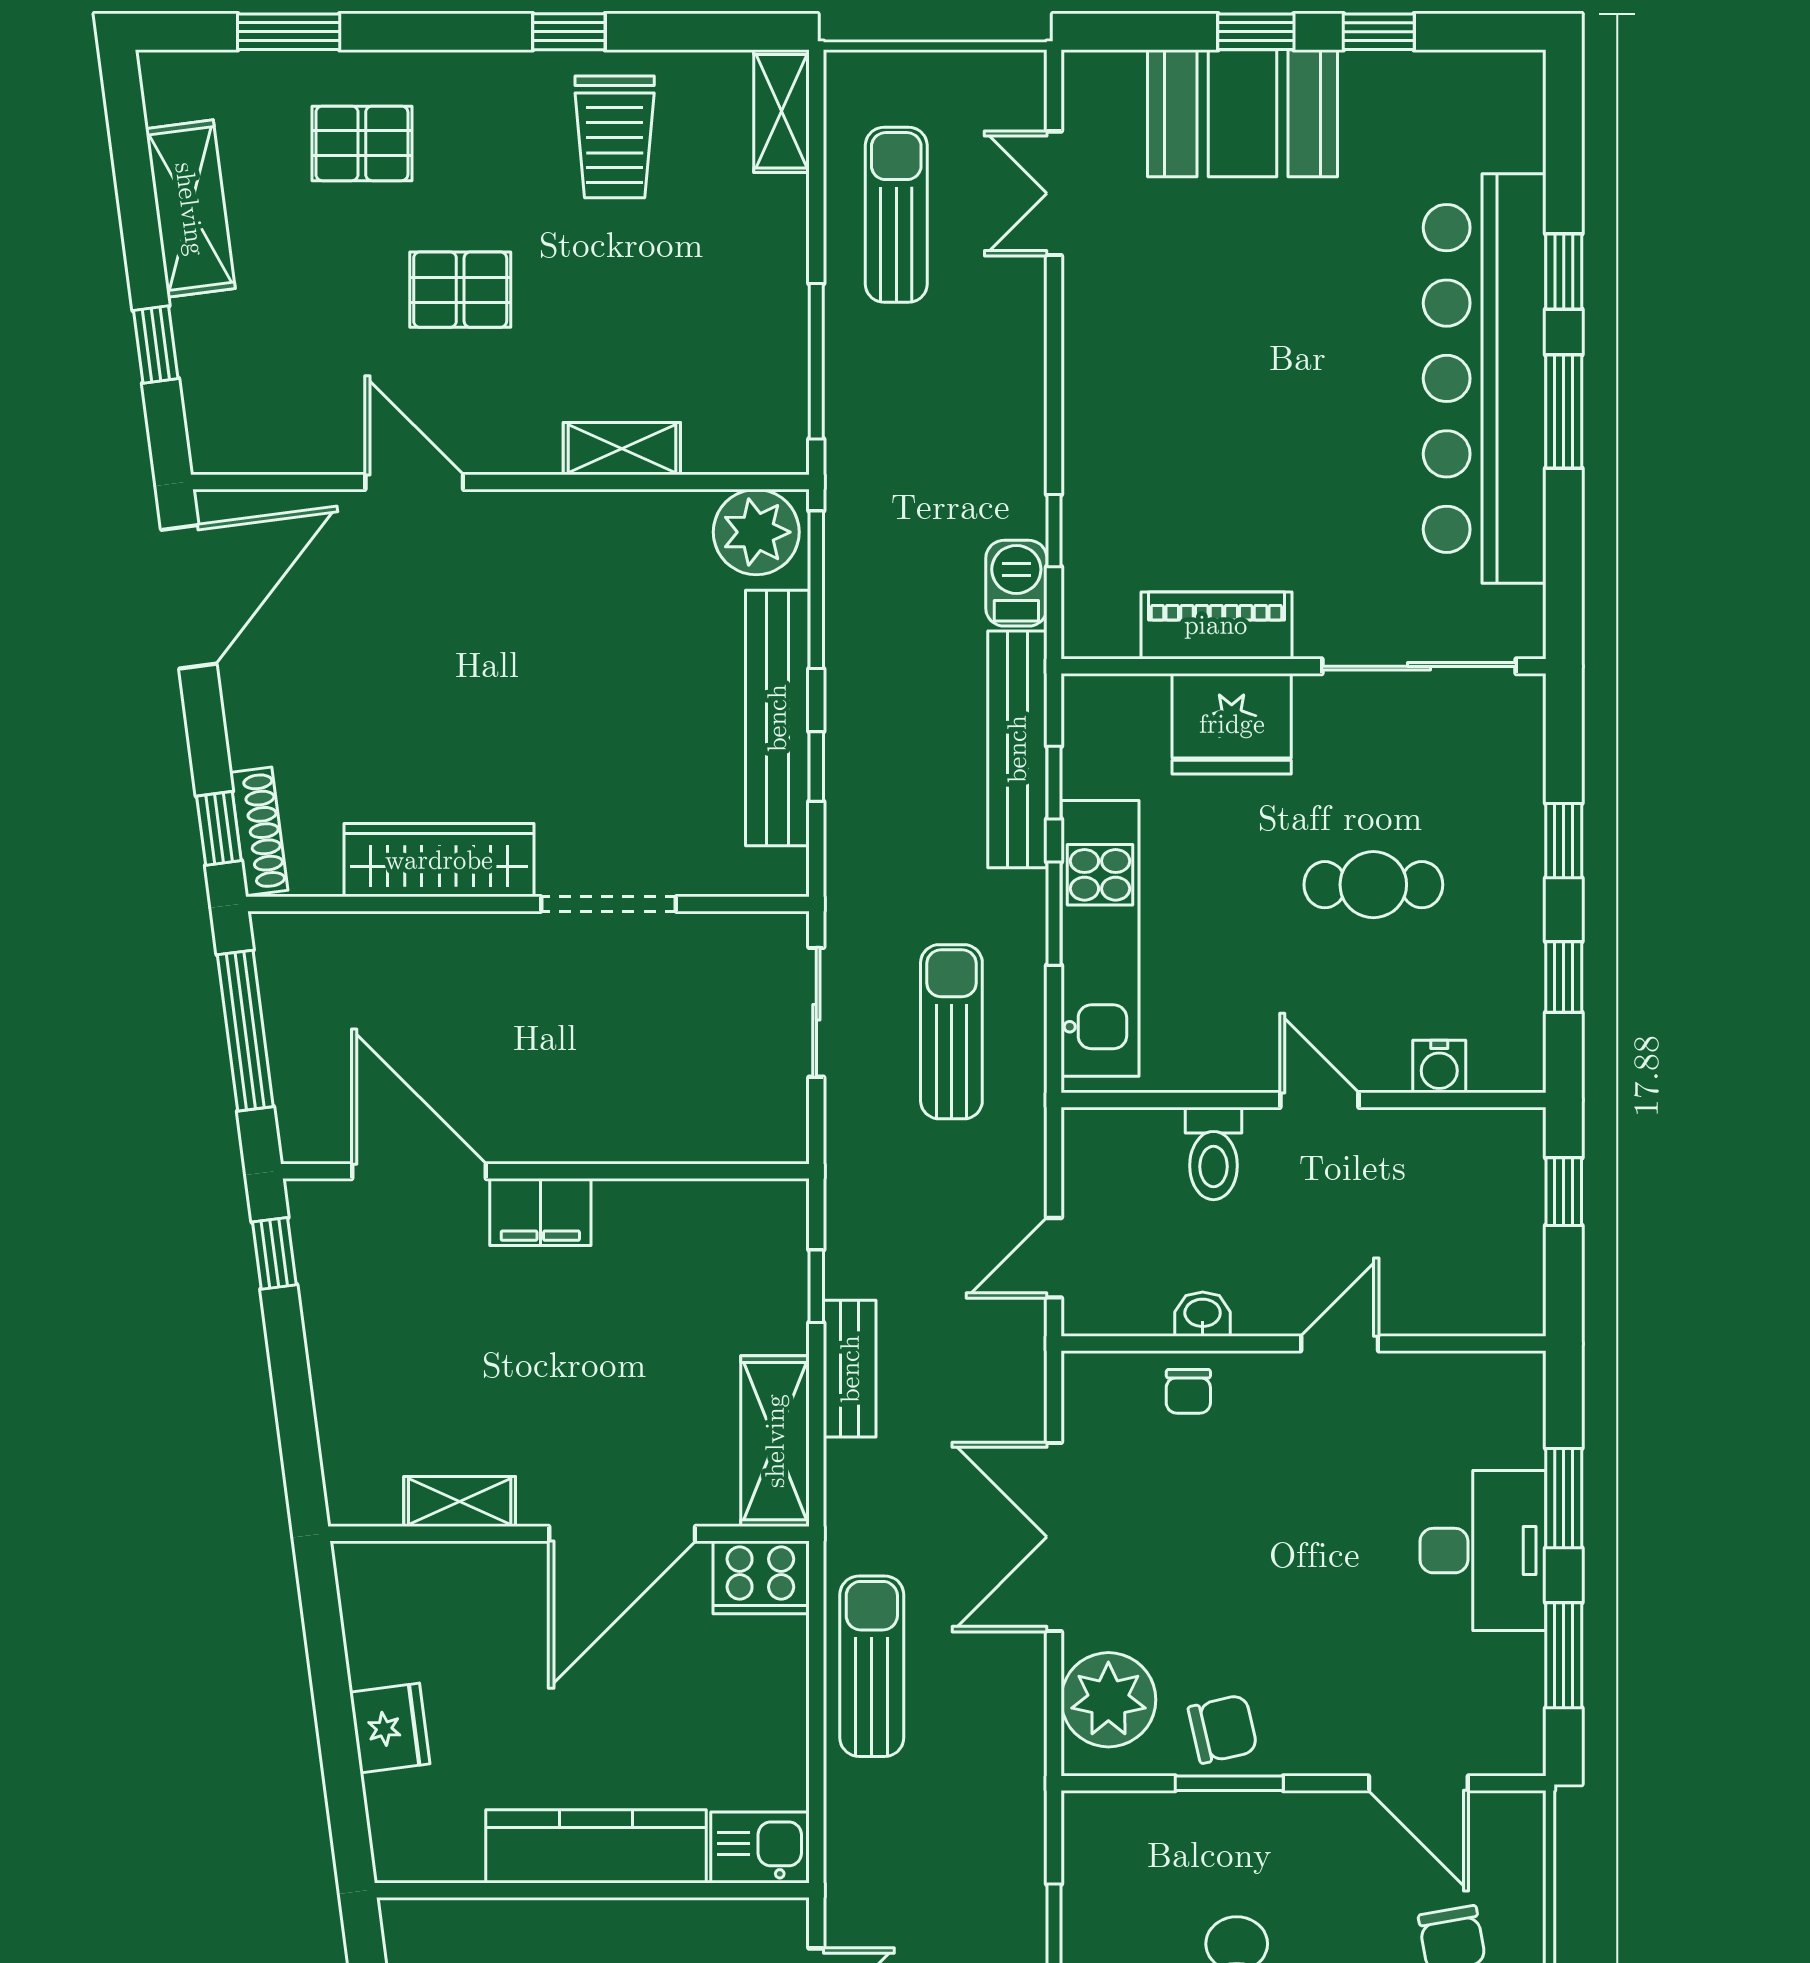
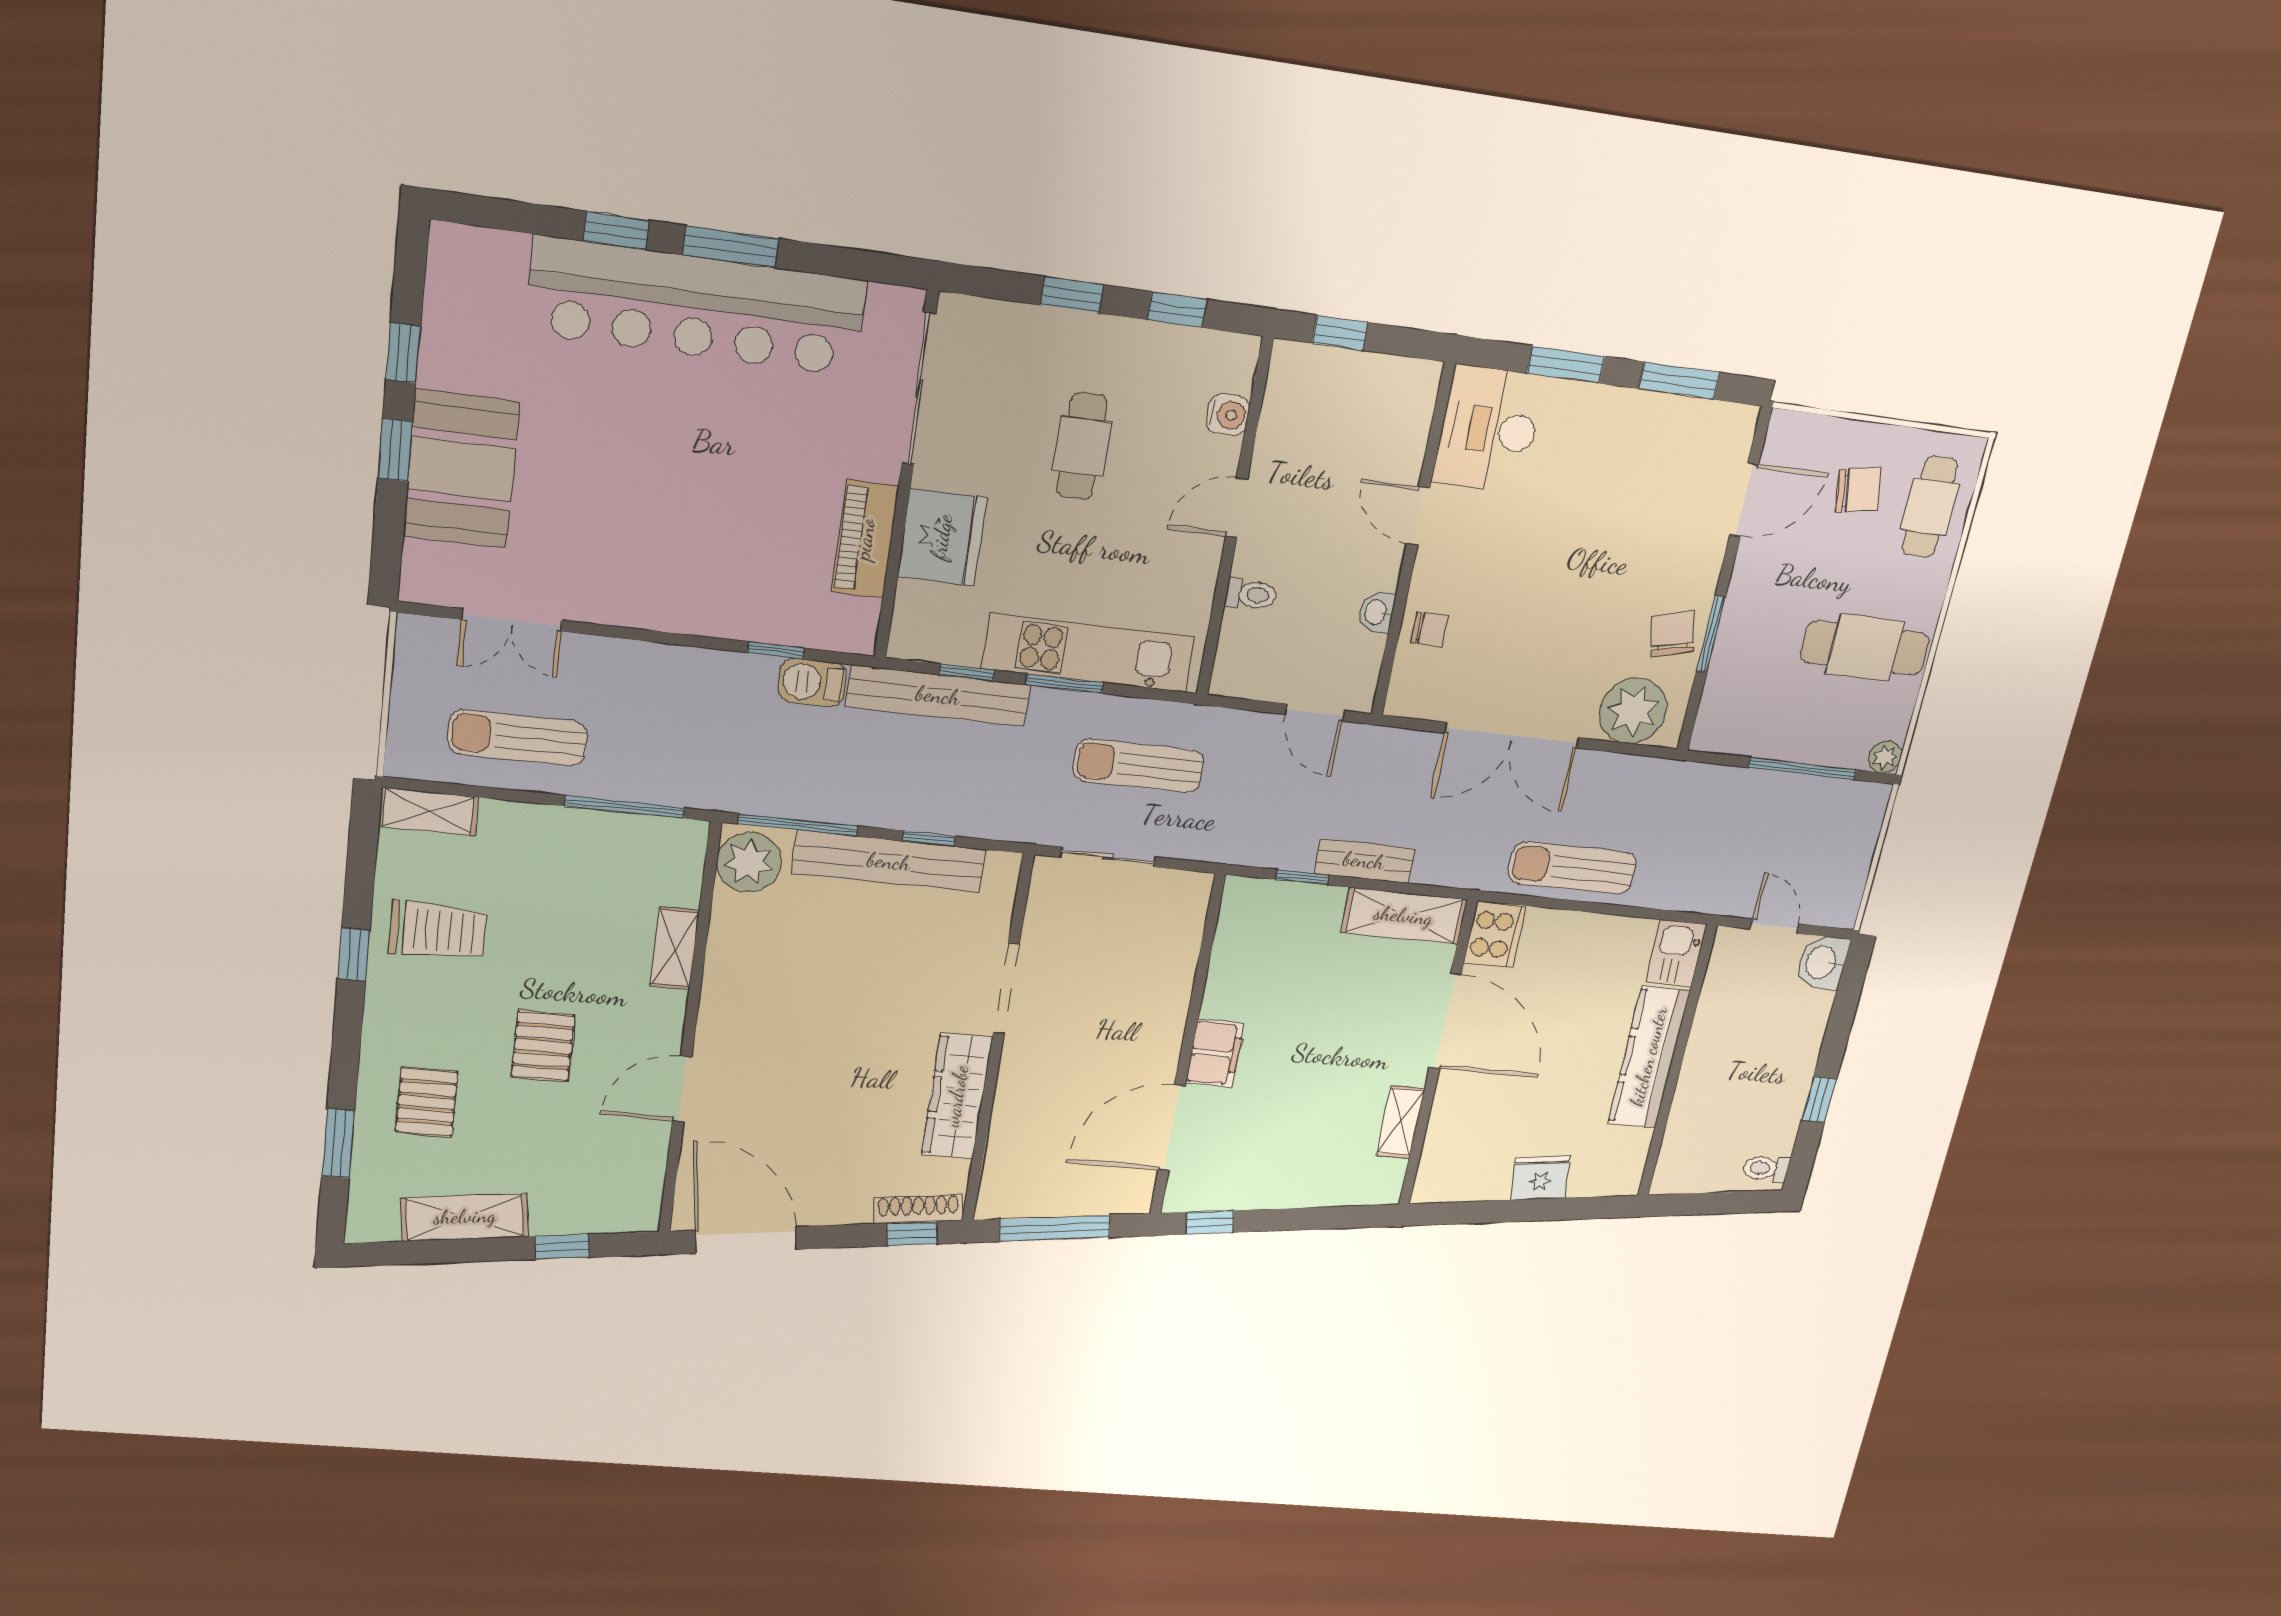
toilet: (1213, 1154) -> (1251, 594), width x0.73, depth x0.72
desk: (1483, 1551) -> (1489, 430), moved, turned -90

